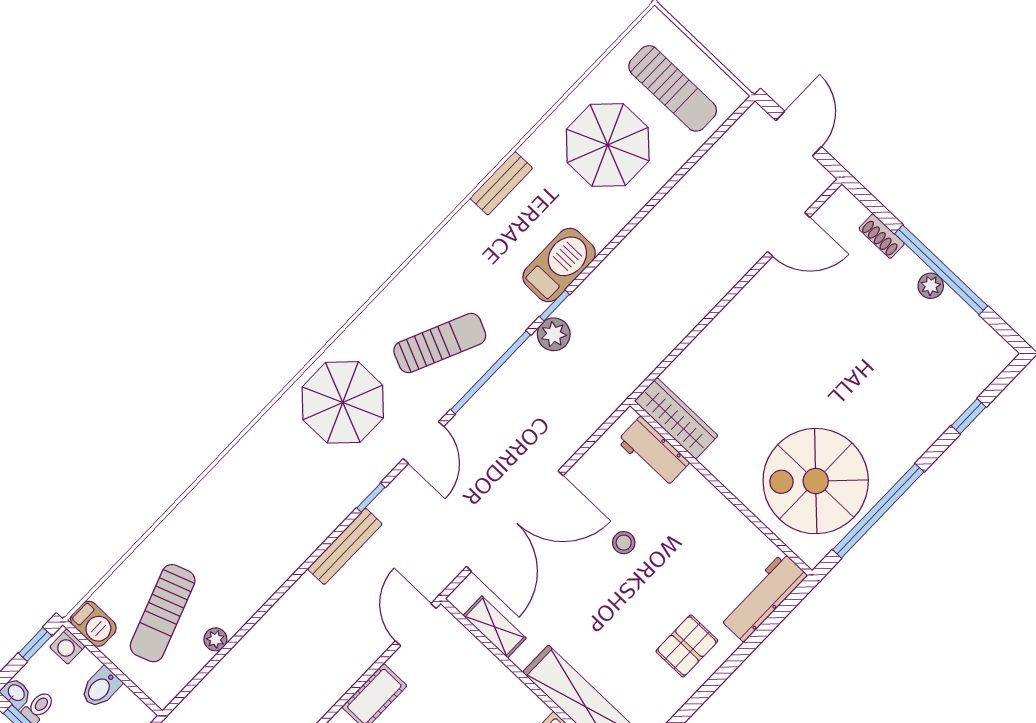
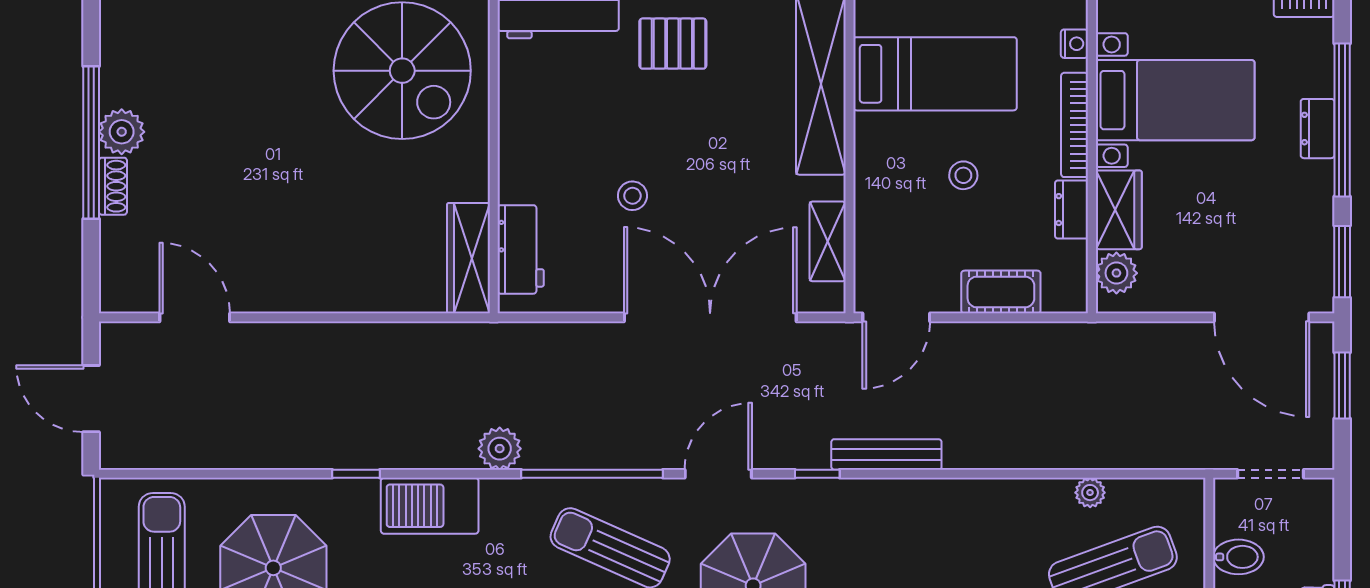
door: (799, 134) -> (91, 399), hinge flipped
shoe rack: (882, 236) -> (113, 186), moved
plant: (931, 286) -> (122, 132), width x1.38, depth x1.38
window: (554, 305) -> (356, 474), moved

